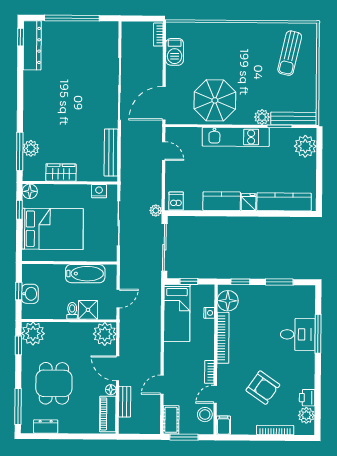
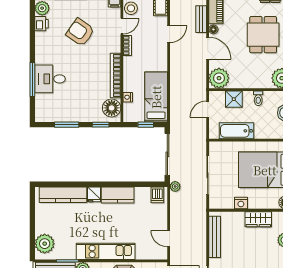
nightstand: (99, 191) -> (241, 203), moved
toilet: (72, 311) -> (258, 98), moved

